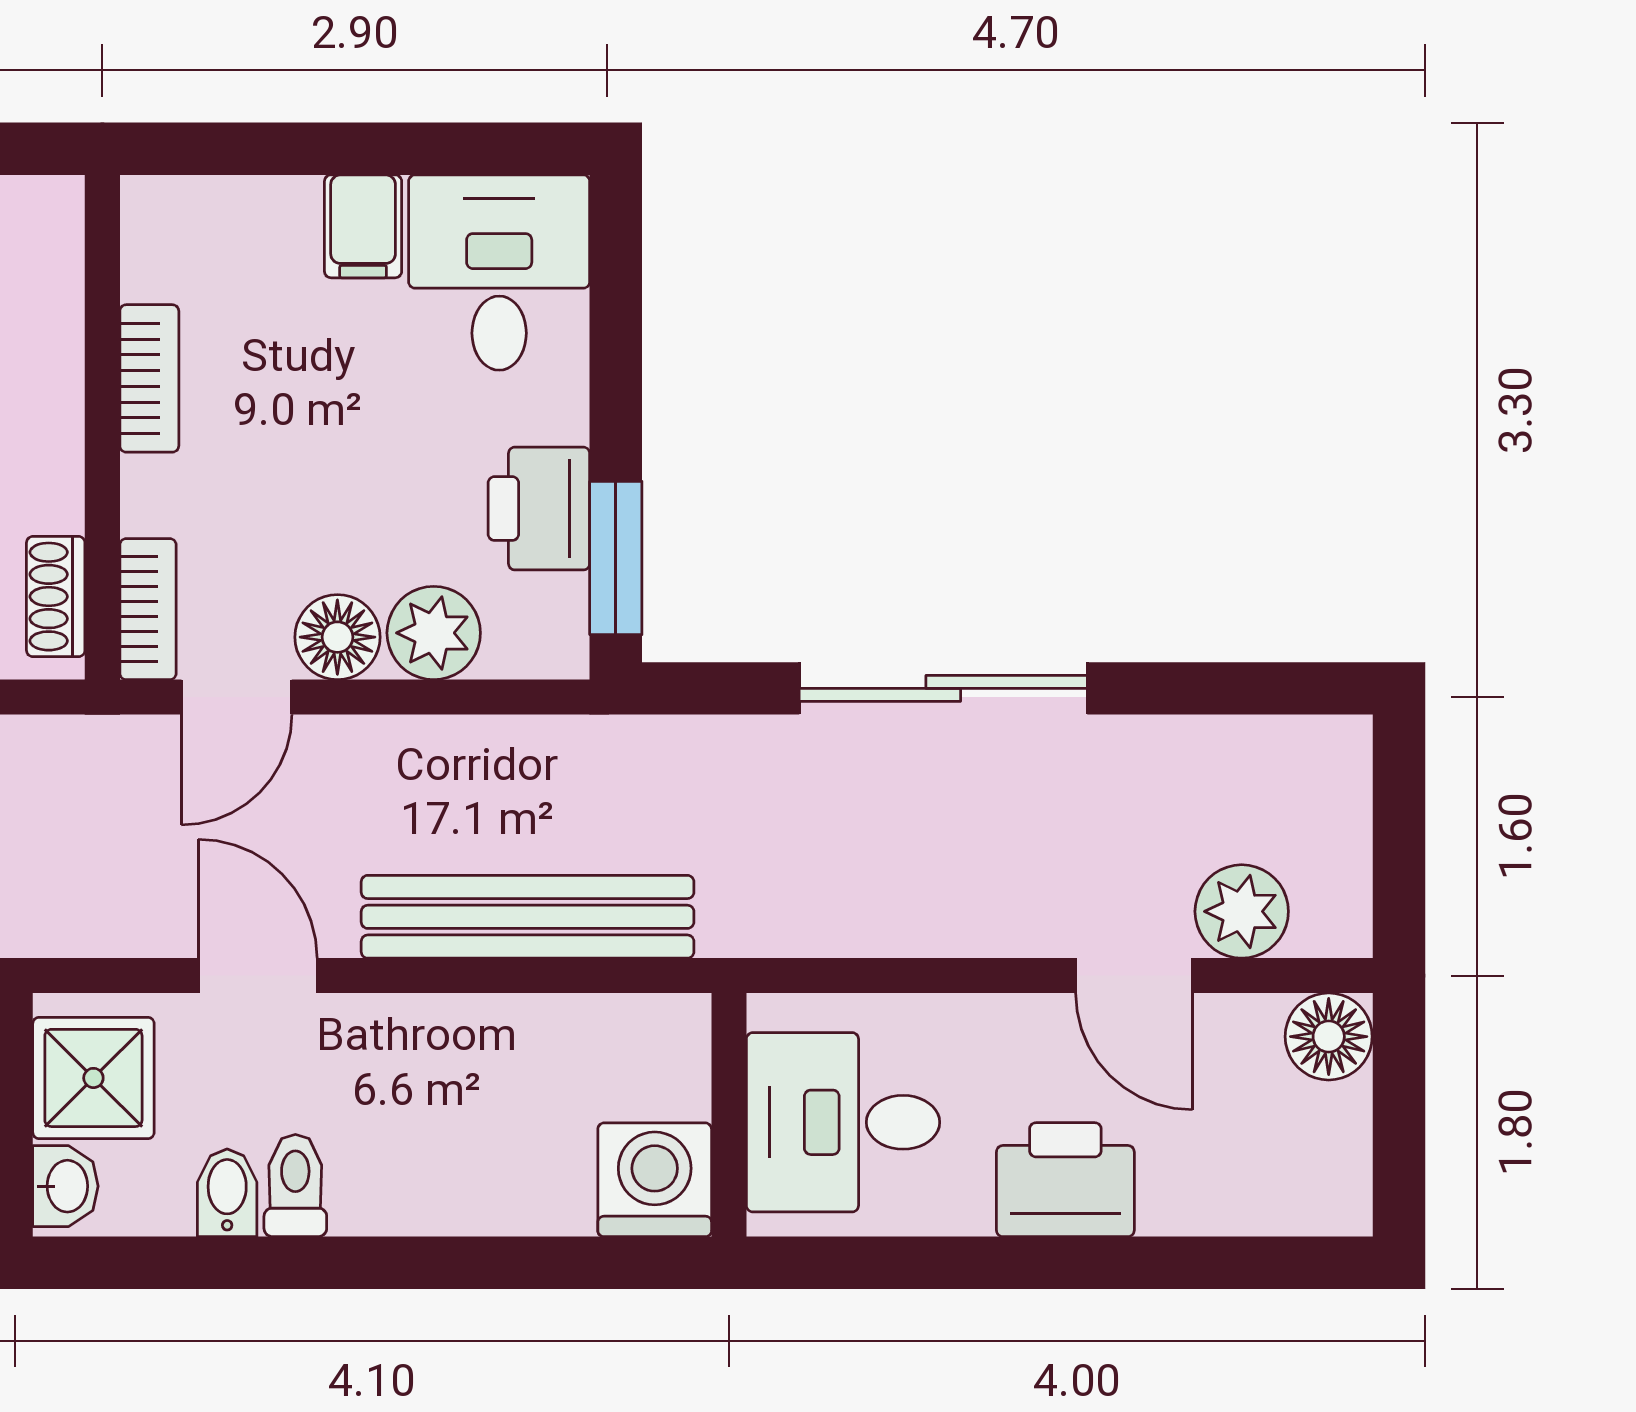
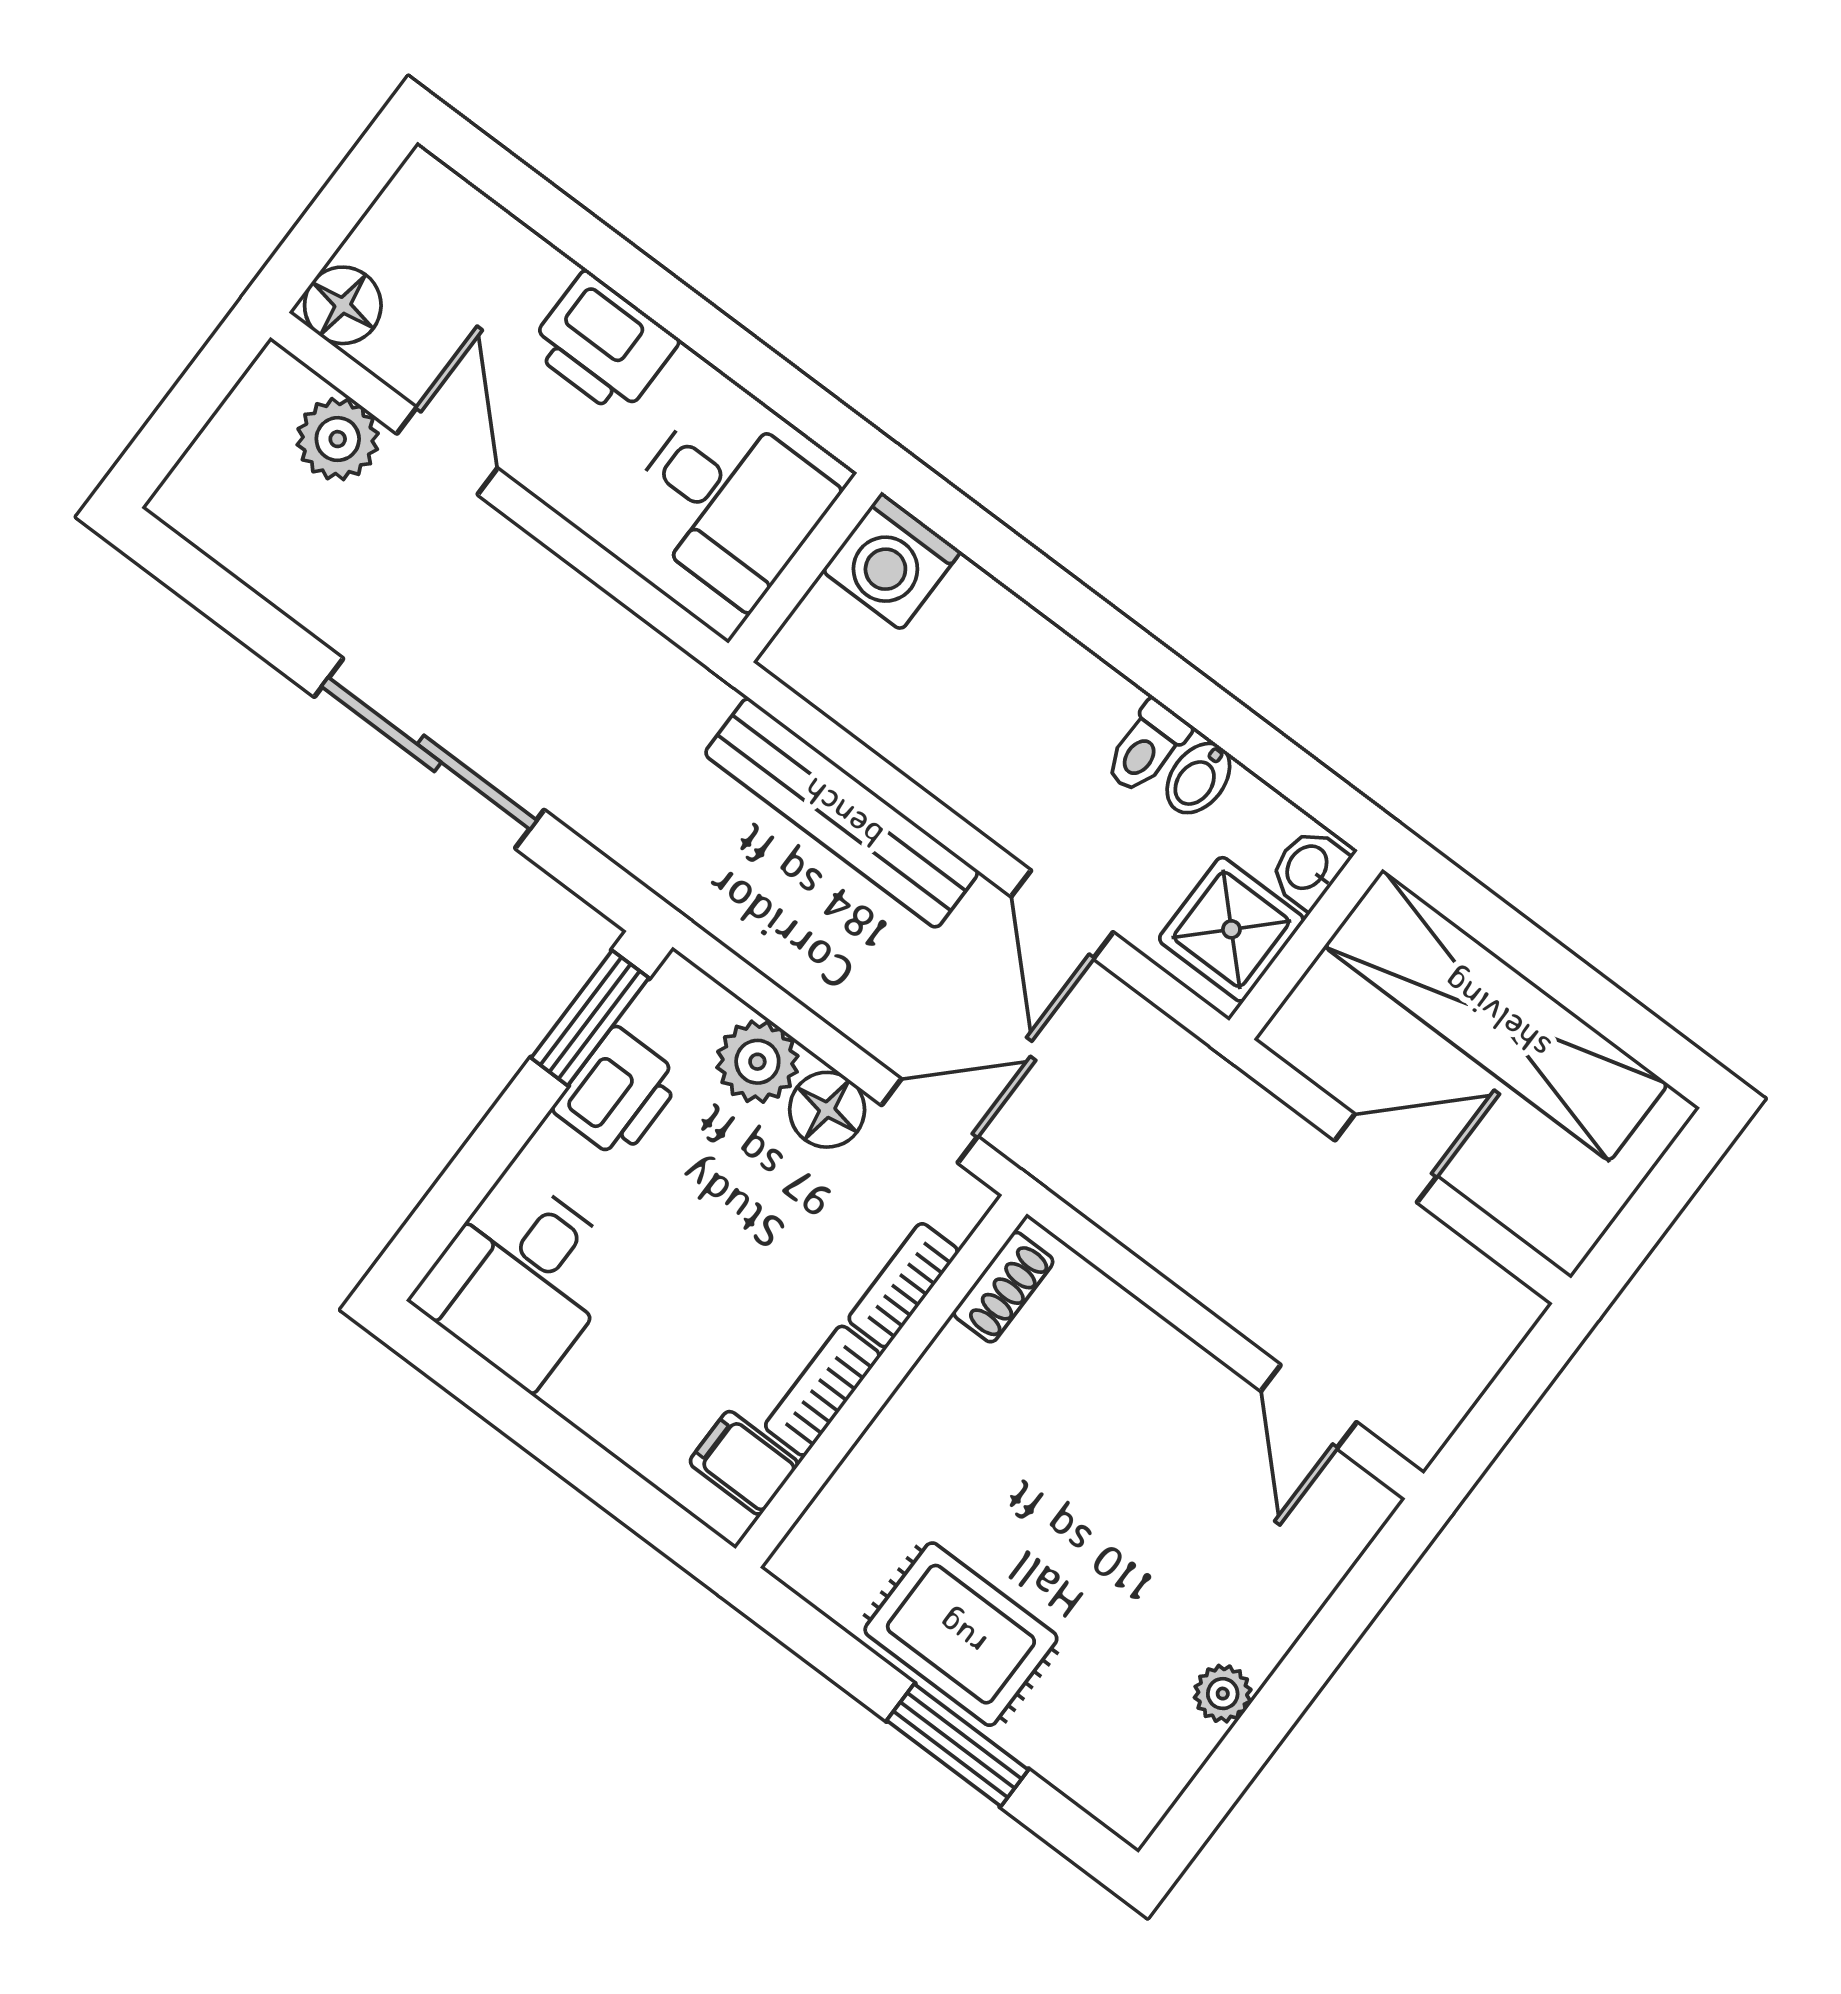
filing cabinet: (363, 226) -> (744, 1463), moved, turned -90
bookcase: (148, 609) -> (903, 1285), moved

